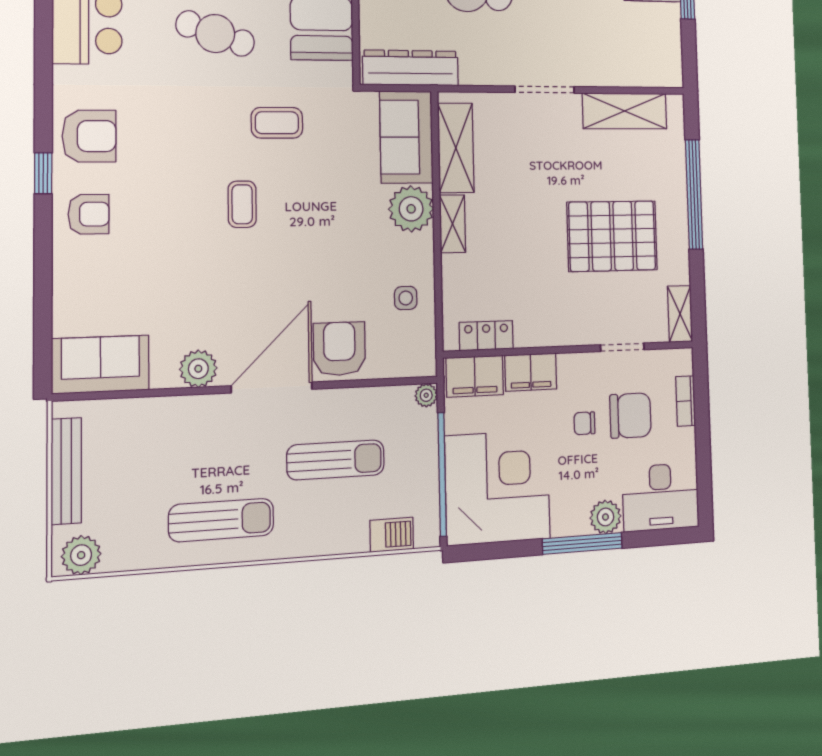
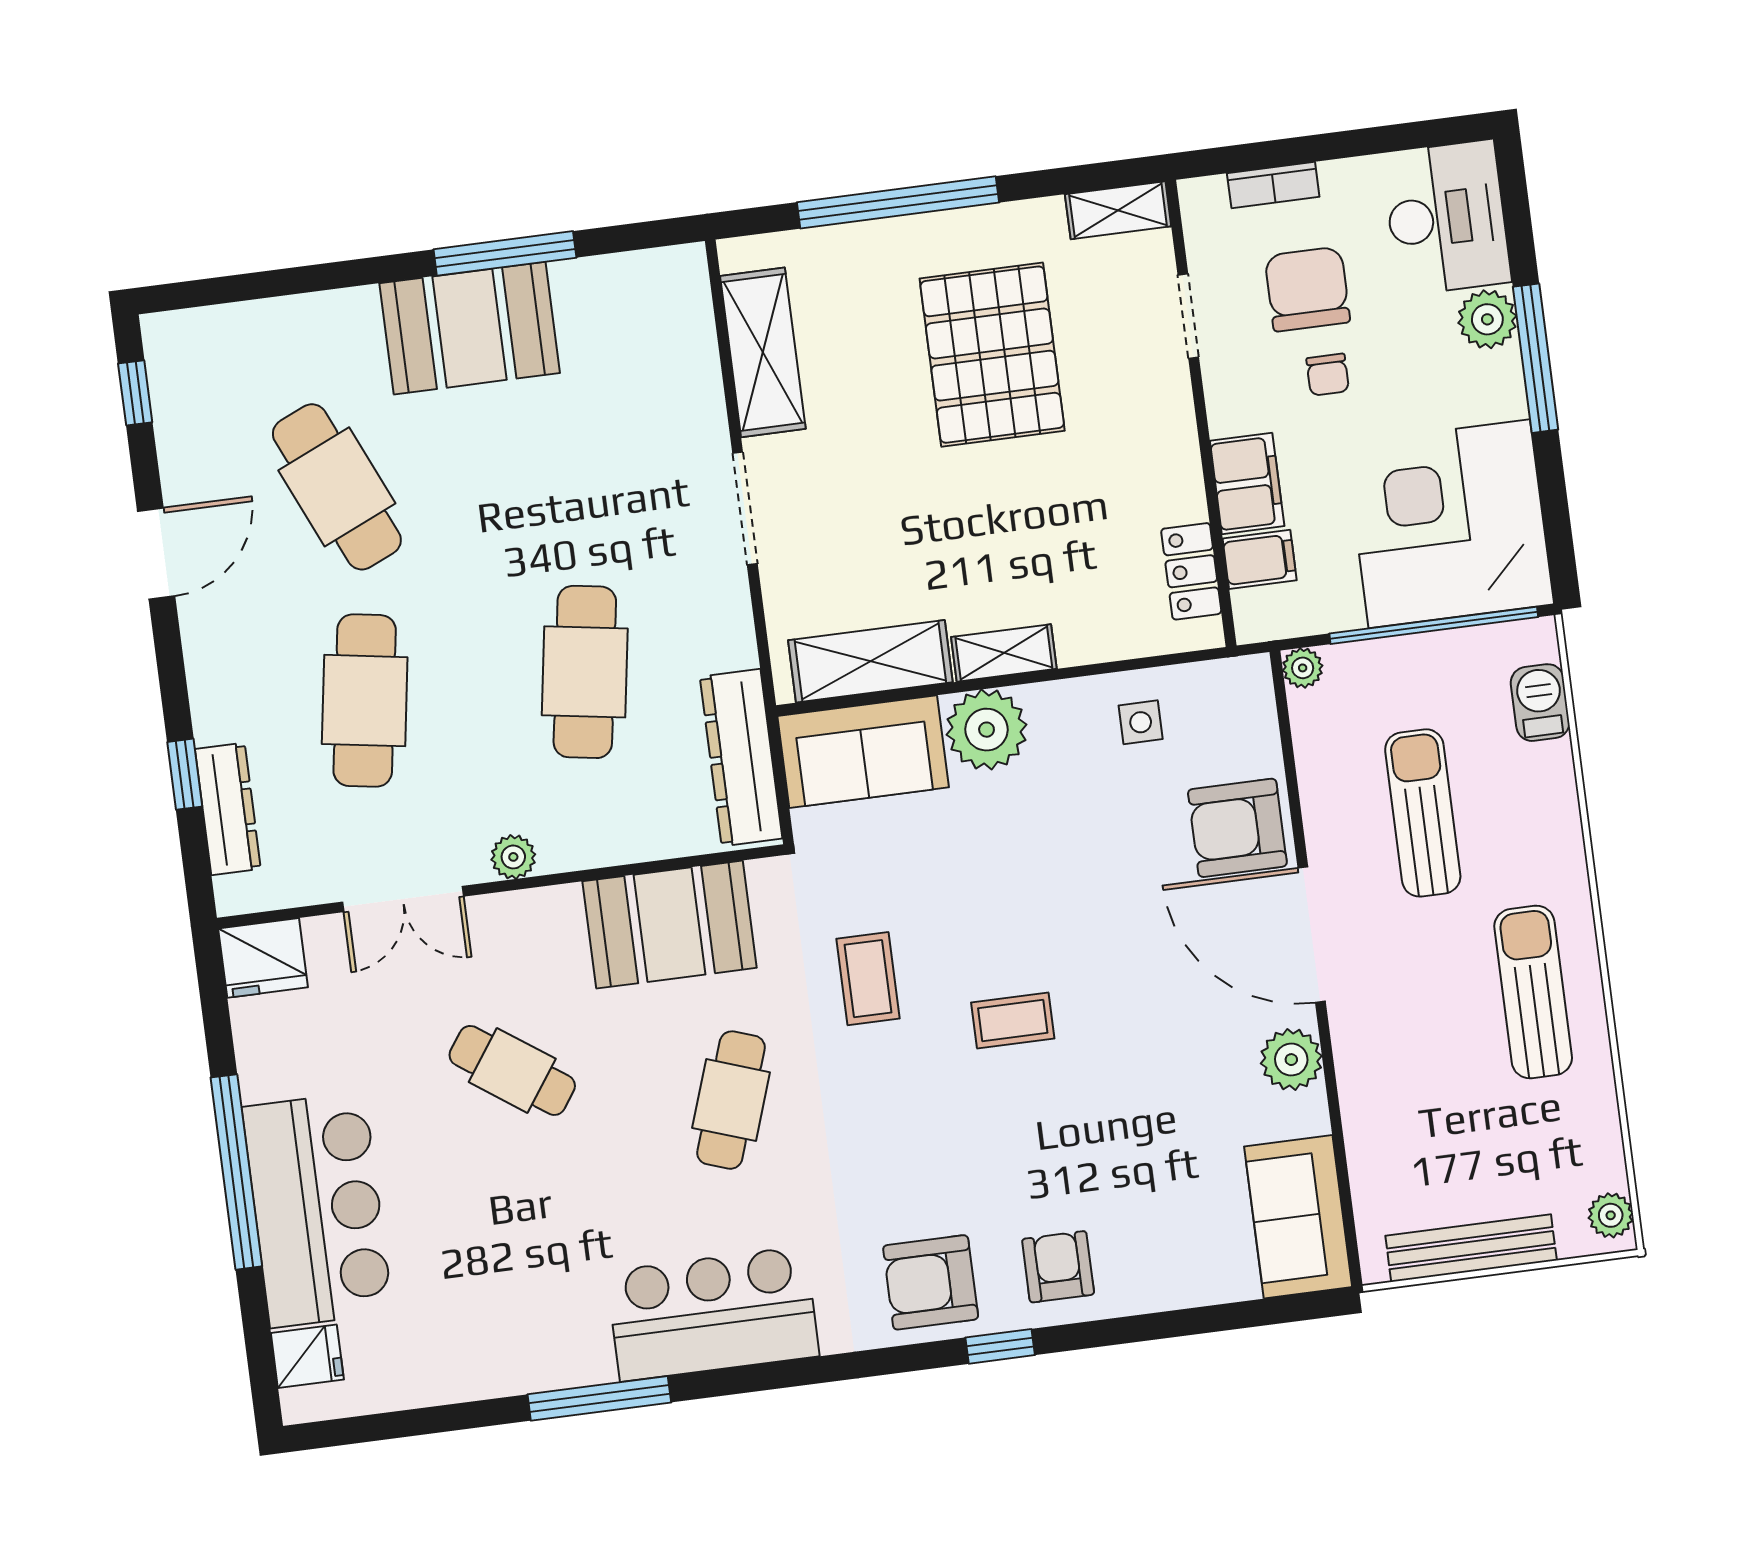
armchair: (89, 136) -> (931, 1282), turned -90
filing cabinet: (475, 376) -> (1260, 559), width x0.50
plant: (81, 555) -> (1611, 1215), width x0.73, depth x0.73

